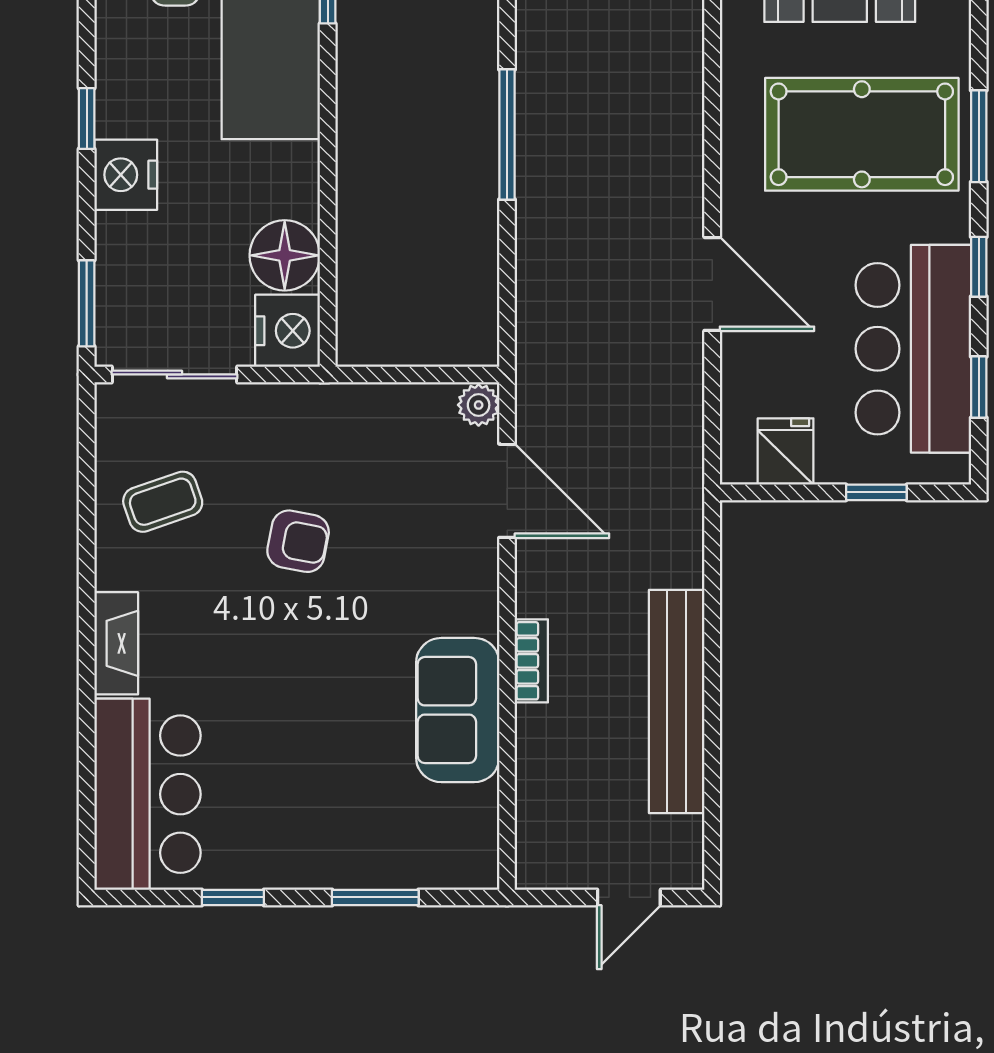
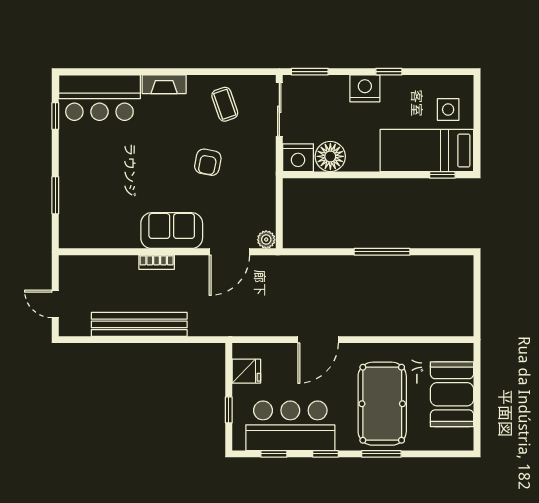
sofa: (458, 710) -> (172, 231), moved
window: (233, 897) -> (55, 116), moved

